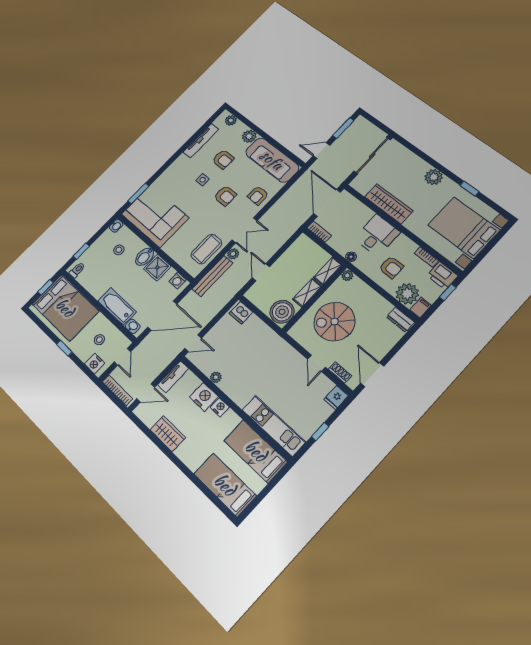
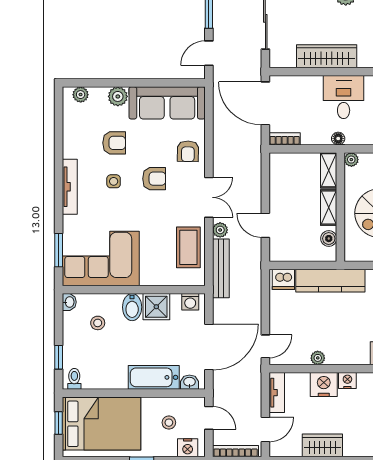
tv unit: (201, 141) -> (70, 187), moved
boiler: (282, 312) -> (329, 239), width x0.54, depth x0.54
kitchen counter: (267, 337) -> (330, 281), added

